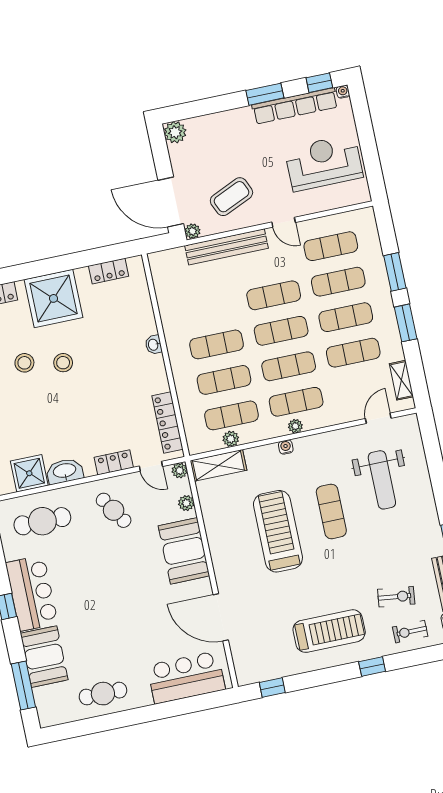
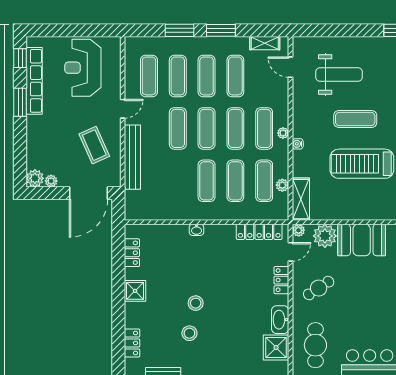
water cooler: (343, 92) -> (31, 41), removed
plant: (193, 231) -> (51, 181), moved
shower: (53, 298) -> (135, 291), width x0.54, depth x0.54
plant: (186, 503) -> (325, 236), width x1.88, depth x1.88

